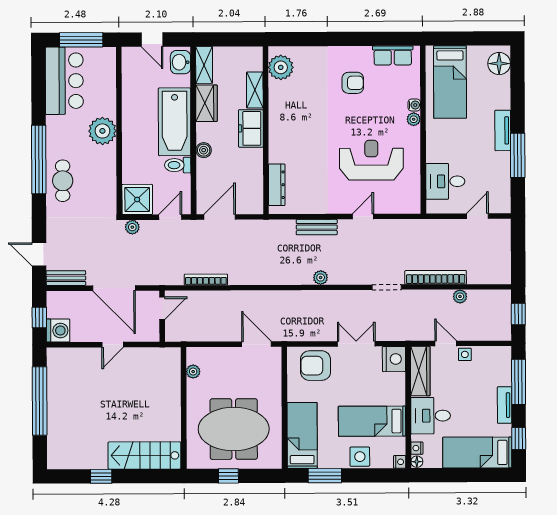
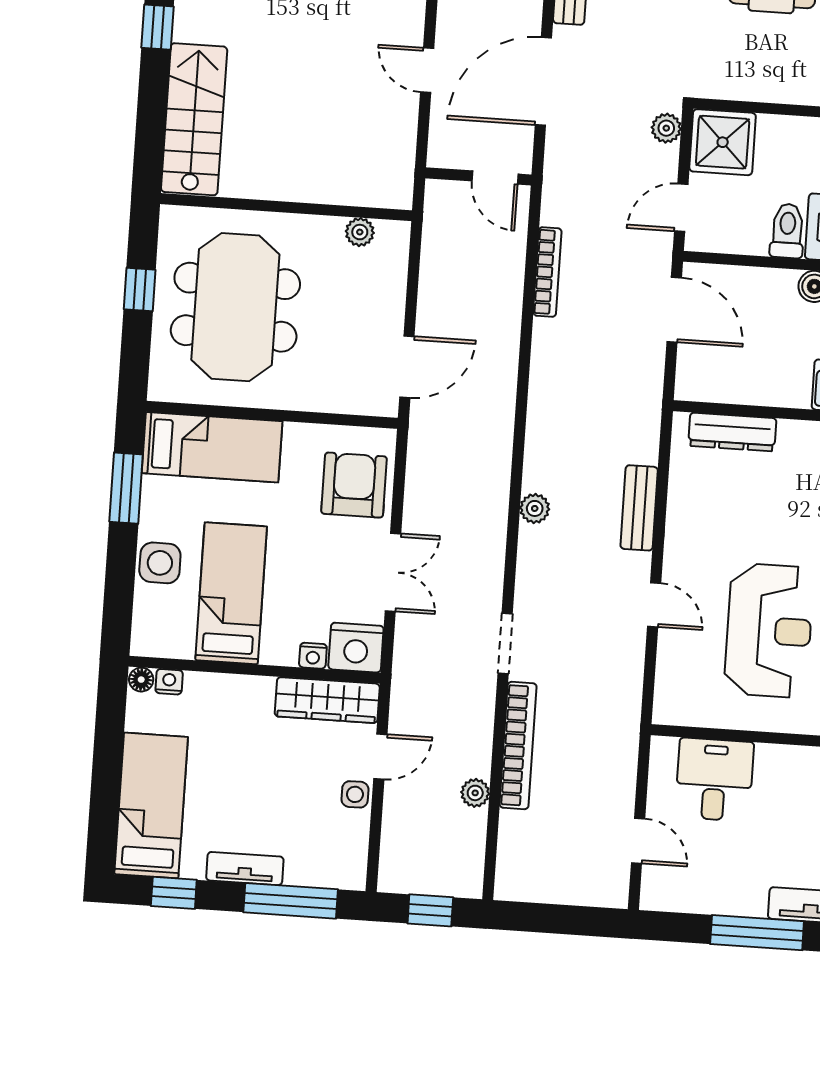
door: (170, 217) -> (681, 208), swing flipped
desk: (431, 416) -> (234, 715), removed
nightstand: (400, 462) -> (313, 656), moved

